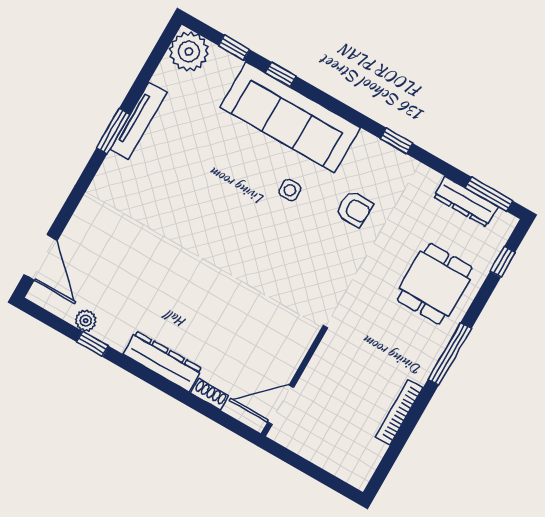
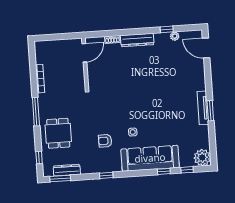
tv unit: (139, 121) -> (203, 108), moved

